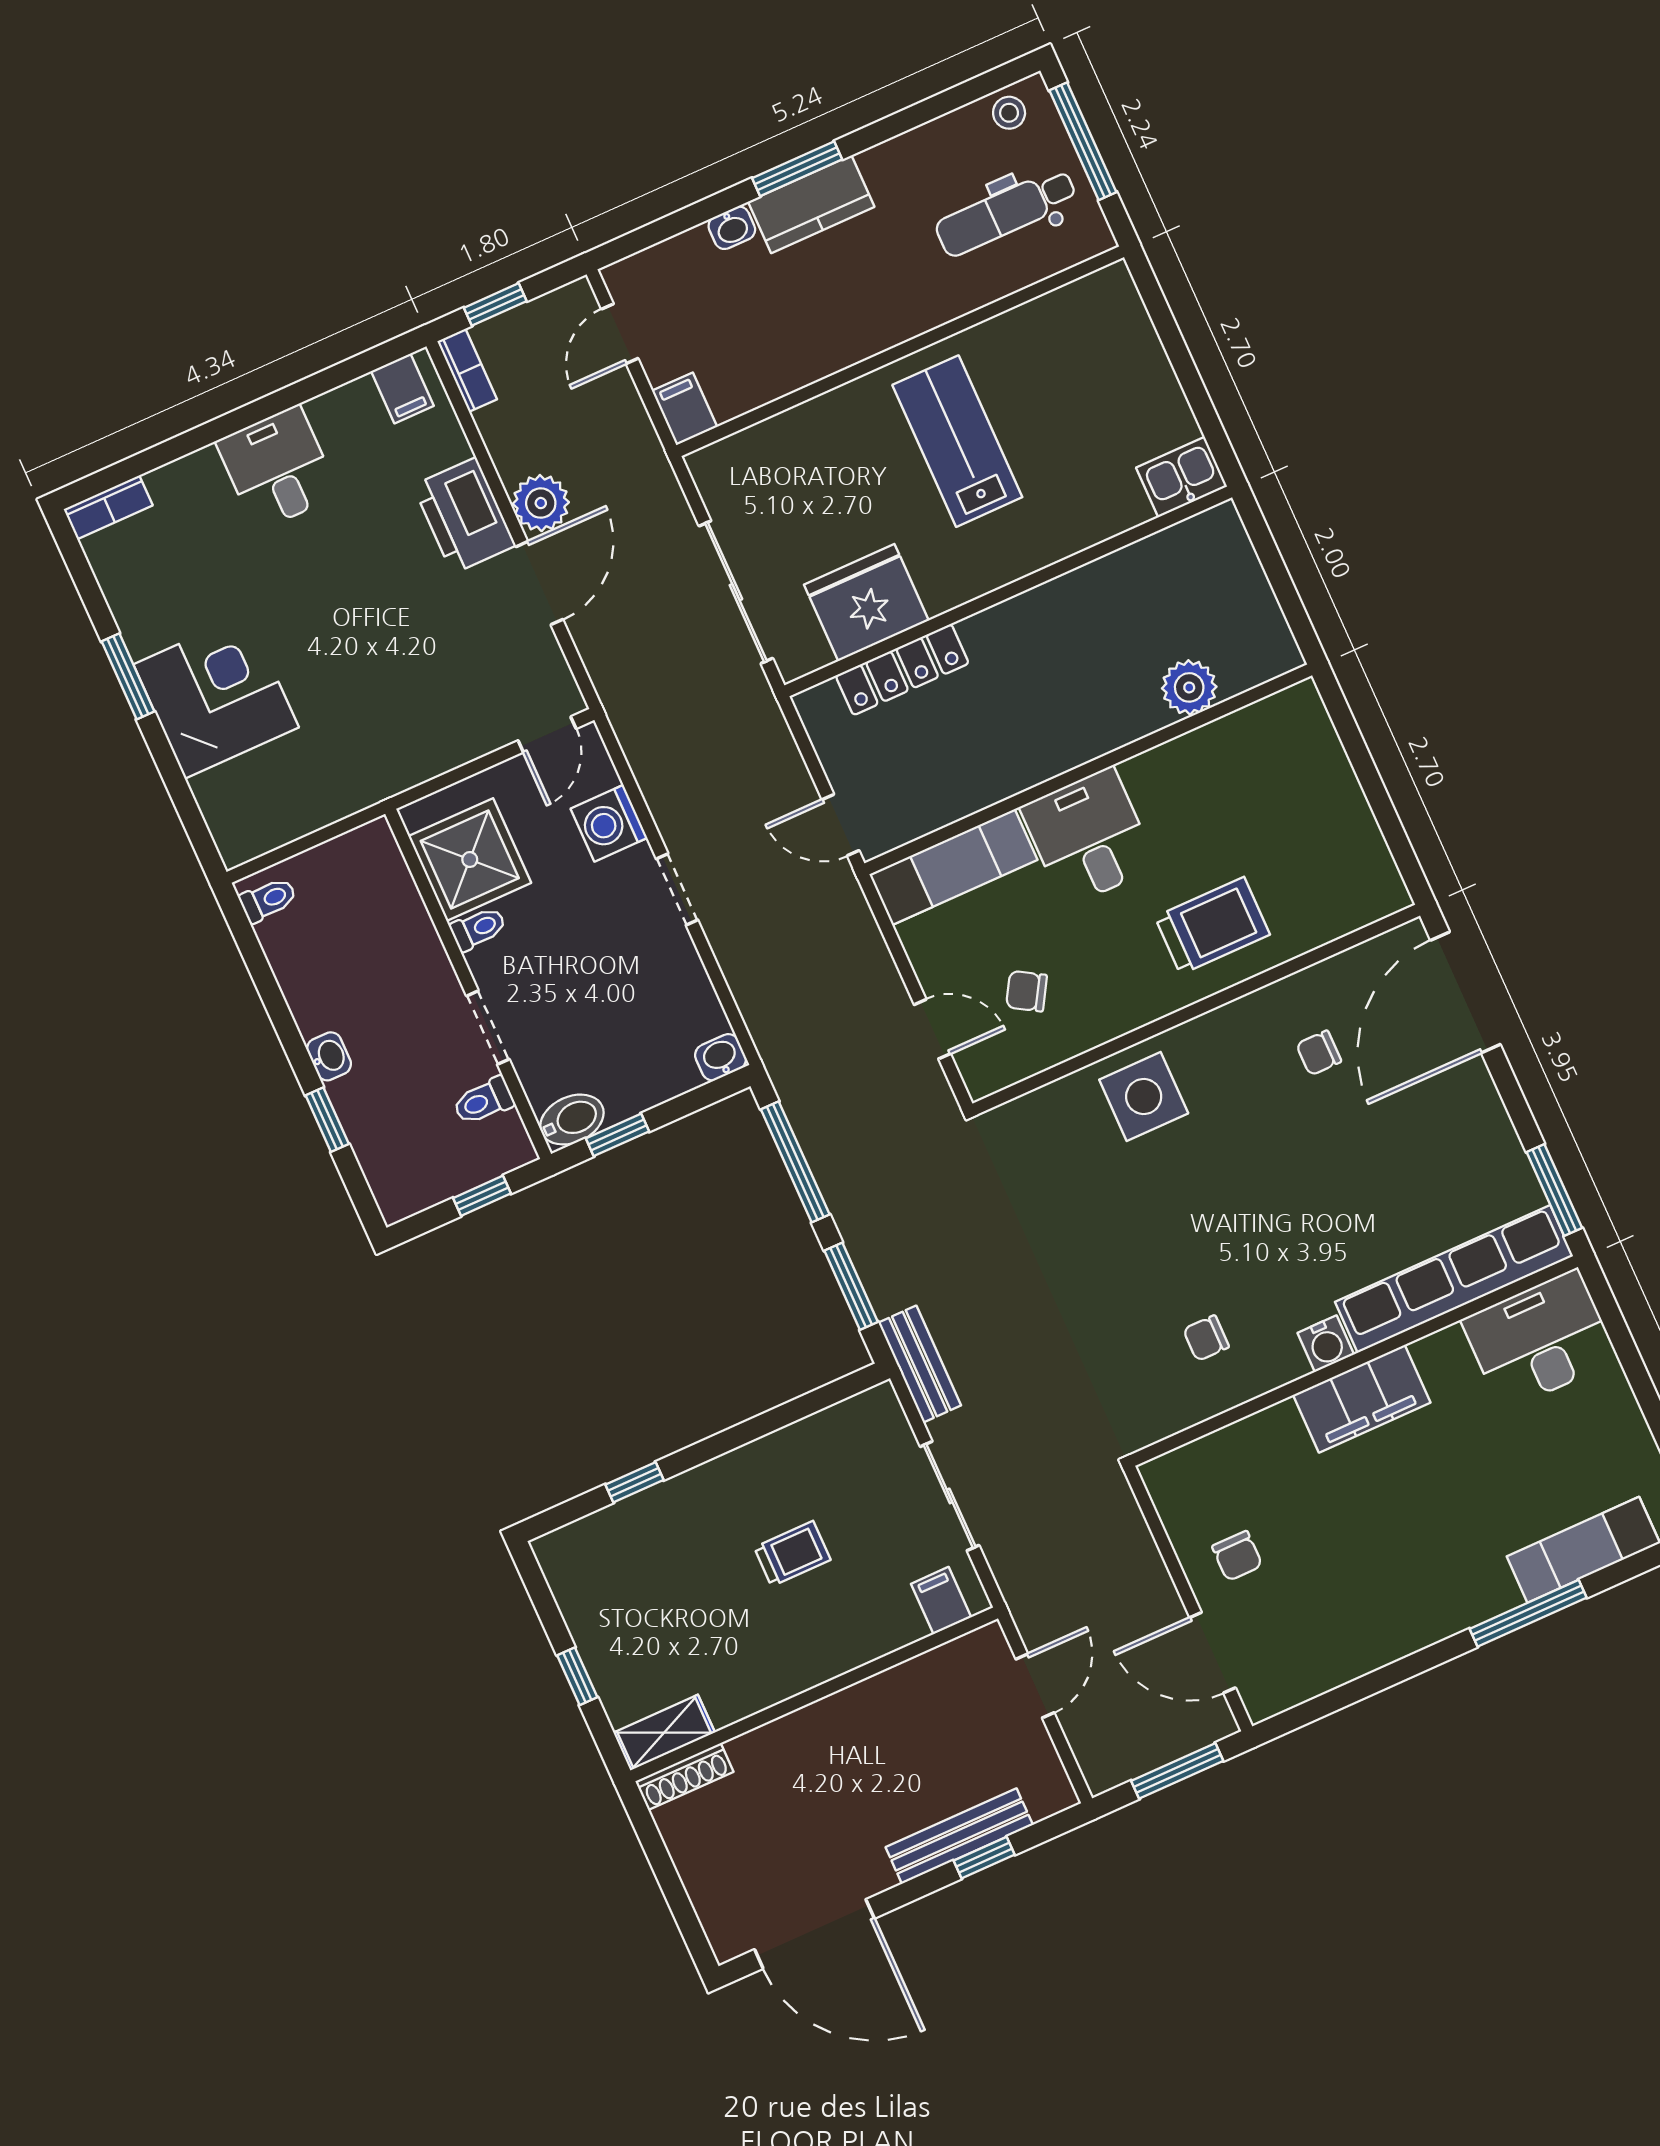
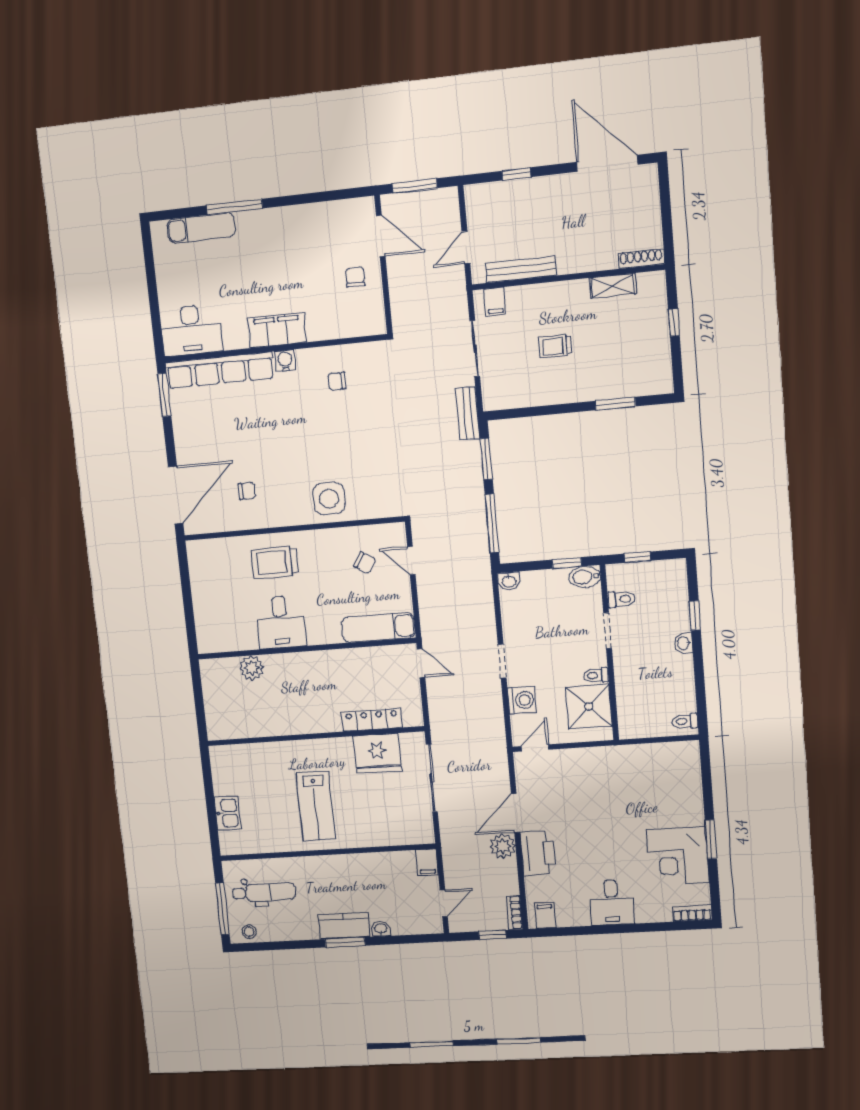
kitchen sink: (1182, 477) -> (228, 813), moved, turned -90
corner desk: (216, 696) -> (678, 856), moved
desk: (1089, 837) -> (281, 622), moved
chair: (1206, 1338) -> (337, 381), turned 180
window: (635, 1482) -> (615, 404), width x1.50
shelving: (664, 1733) -> (613, 286), moved
bench: (959, 1836) -> (521, 269), moved

